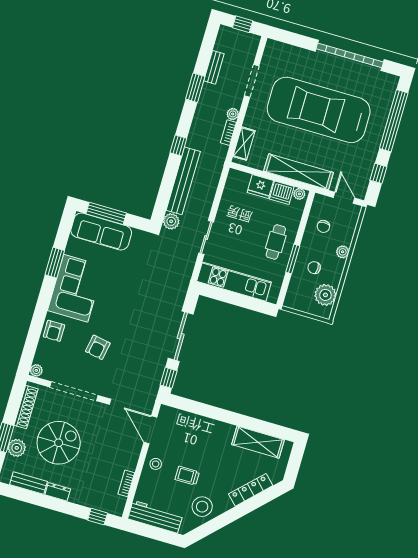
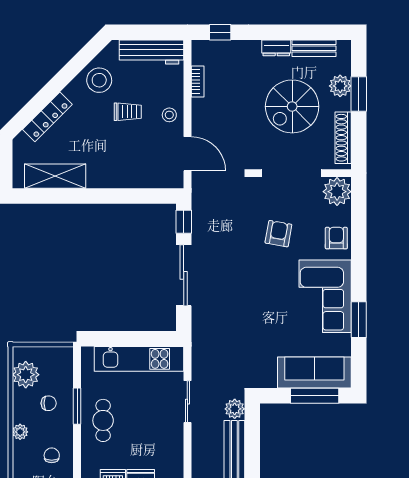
plant: (36, 370) -> (337, 192), width x1.87, depth x1.87

